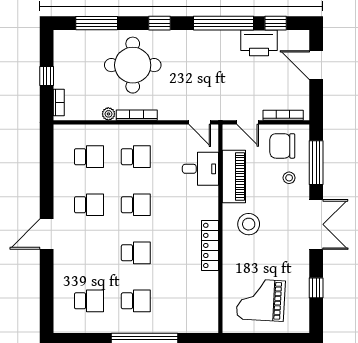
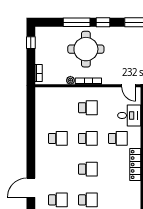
window: (97, 23) -> (77, 22), moved
window: (47, 76) -> (31, 43), moved
school desk: (89, 157) -> (118, 138), moved
door: (47, 234) -> (31, 188), moved

